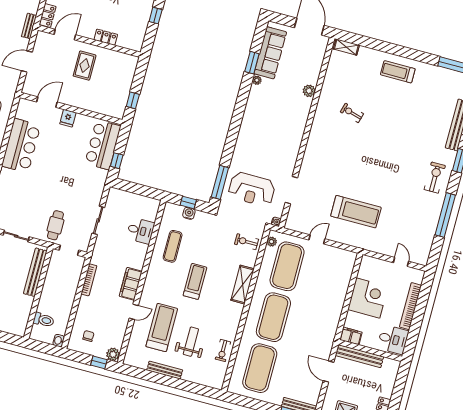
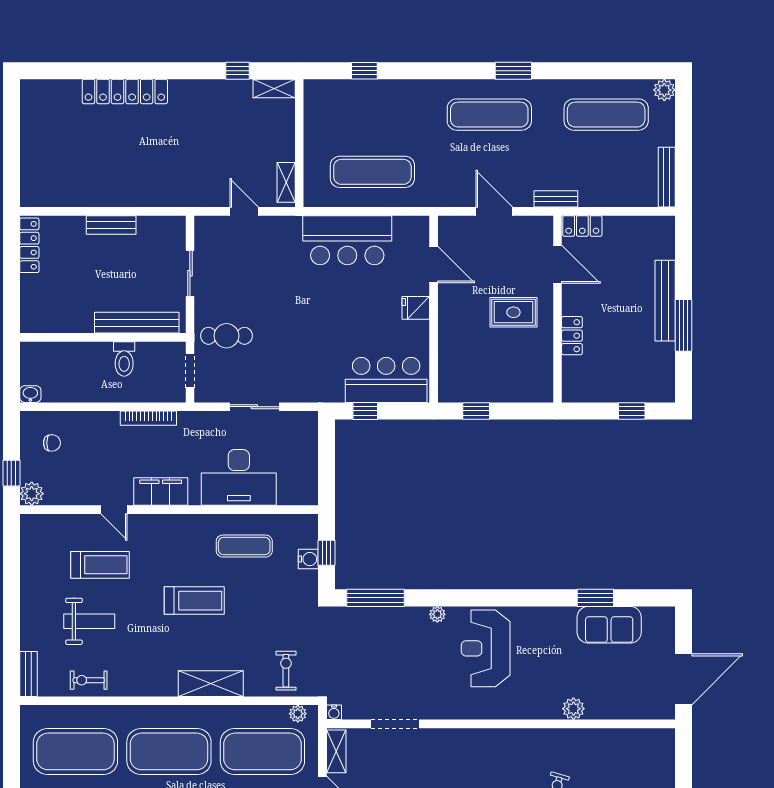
shelving: (346, 47) -> (336, 751), moved
sofa: (270, 53) -> (609, 625), width x0.73
plant: (257, 80) -> (437, 614), moved
reception desk: (252, 189) -> (486, 648), moved
desk: (140, 231) -> (239, 477), width x1.87, depth x1.30
toilet: (44, 320) -> (124, 359), moved
treadmill: (162, 328) -> (100, 565), width x0.73, depth x0.73
bench: (165, 370) -> (28, 674), moved, width x0.73

